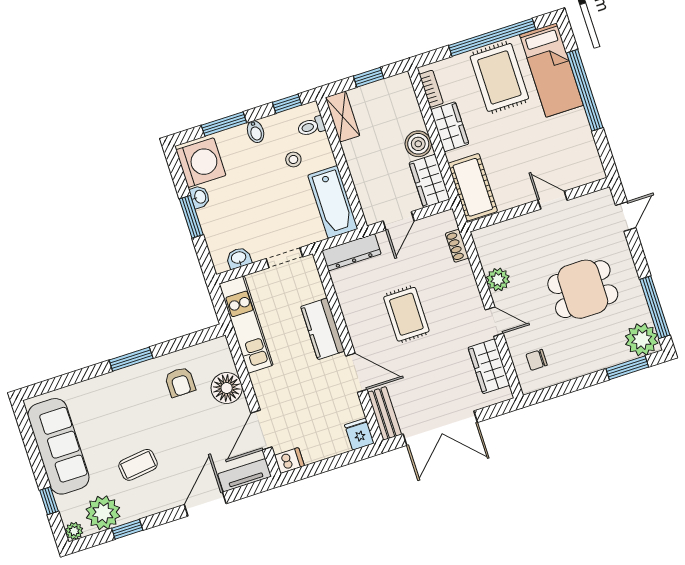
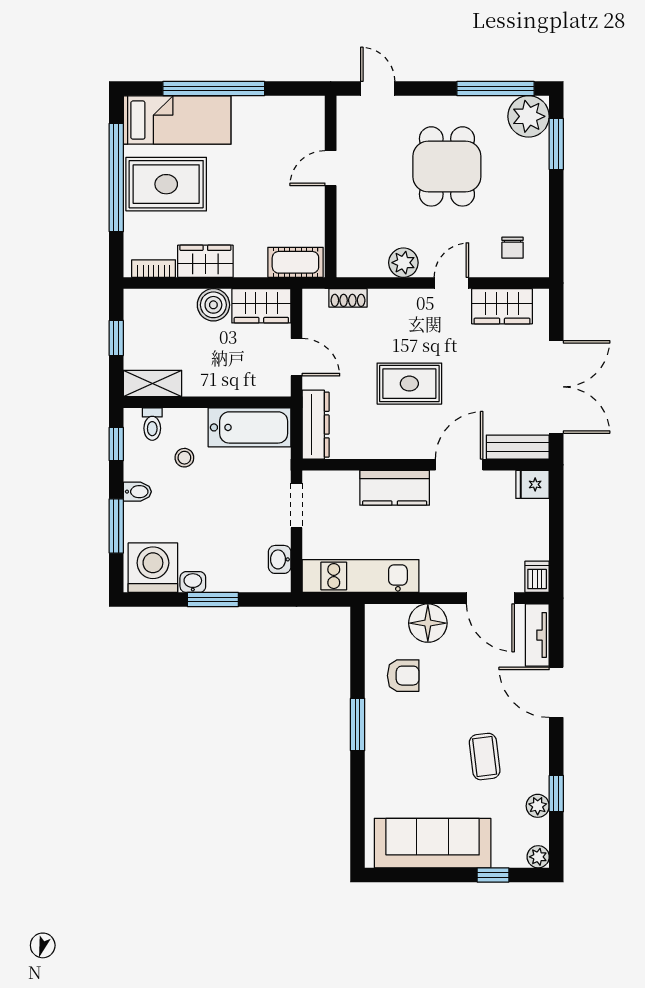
cot: (473, 187) -> (295, 262), width x0.73, depth x0.75
plant: (103, 513) -> (538, 806), width x0.53, depth x0.53

